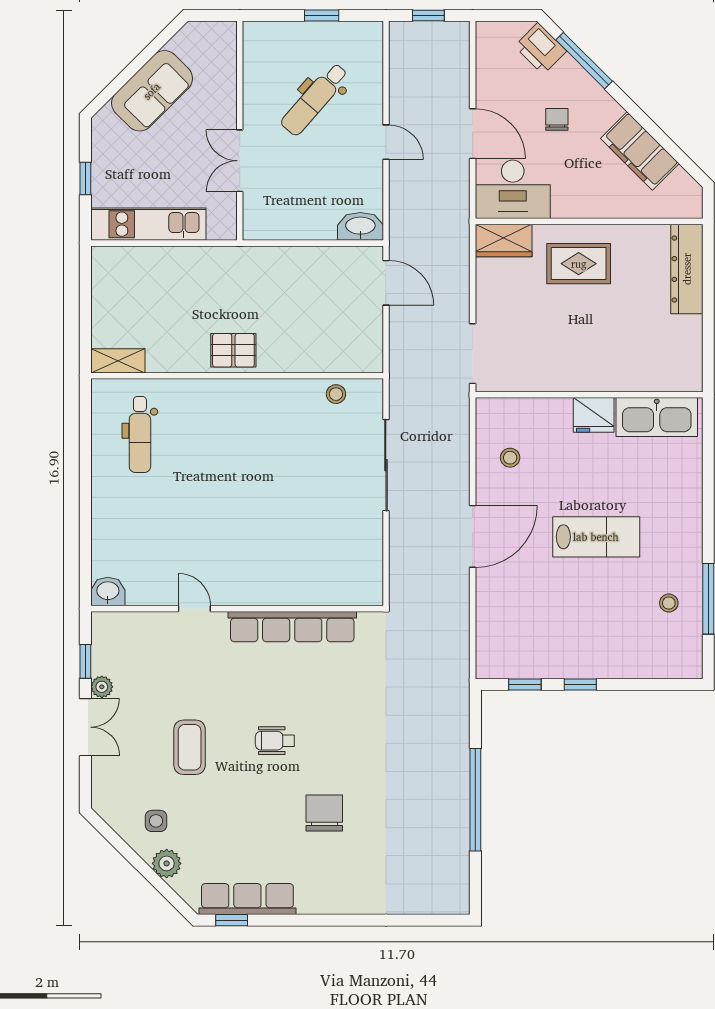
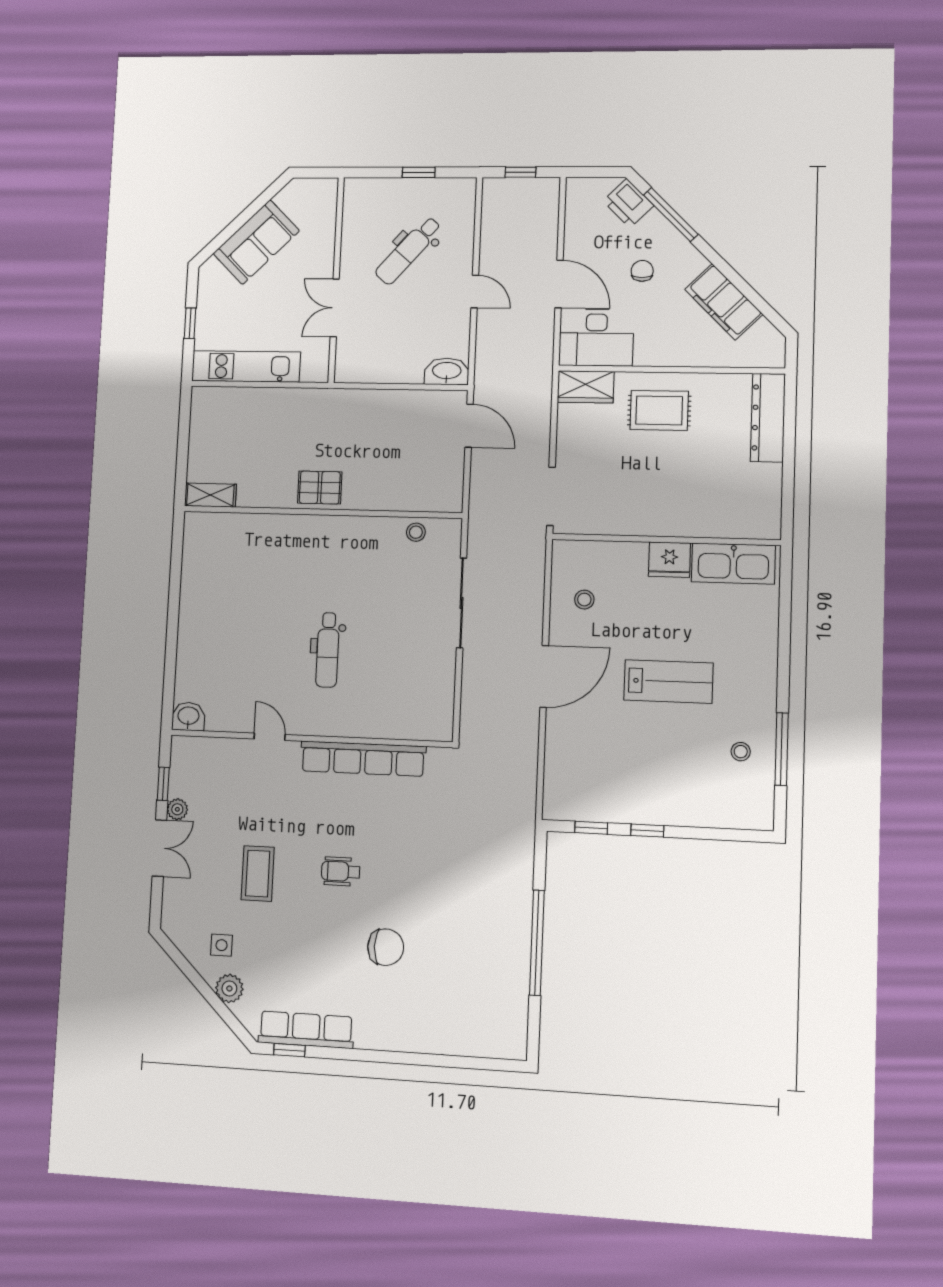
dental chair: (140, 435) -> (328, 650), moved
chair: (324, 813) -> (386, 947), turned 90

